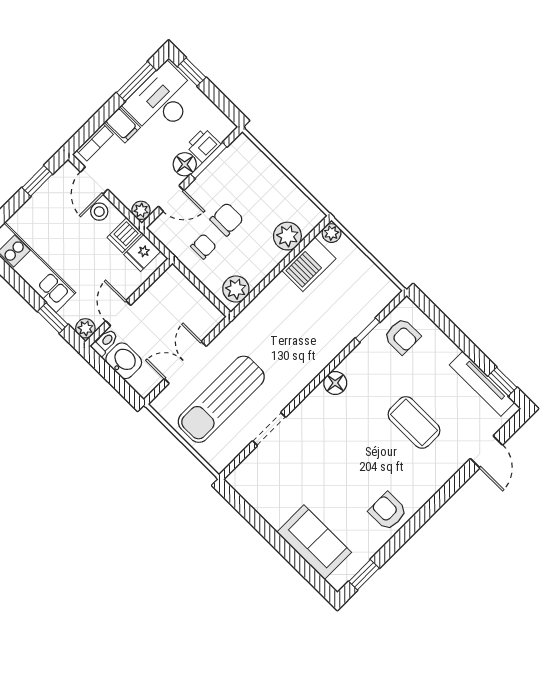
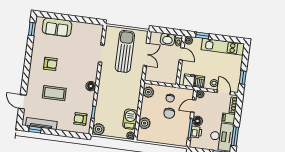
plant: (383, 291) -> (98, 129), added
armchair: (388, 511) -> (50, 64), moved

